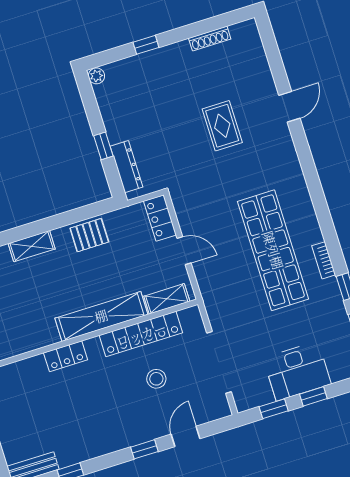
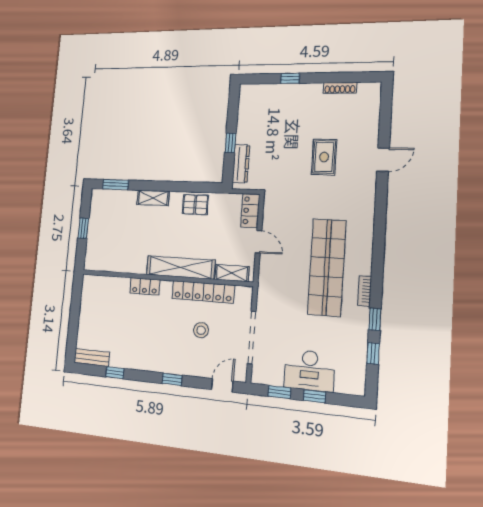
plant: (96, 76) -> (245, 90), removed
door: (186, 436) -> (222, 385), moved

